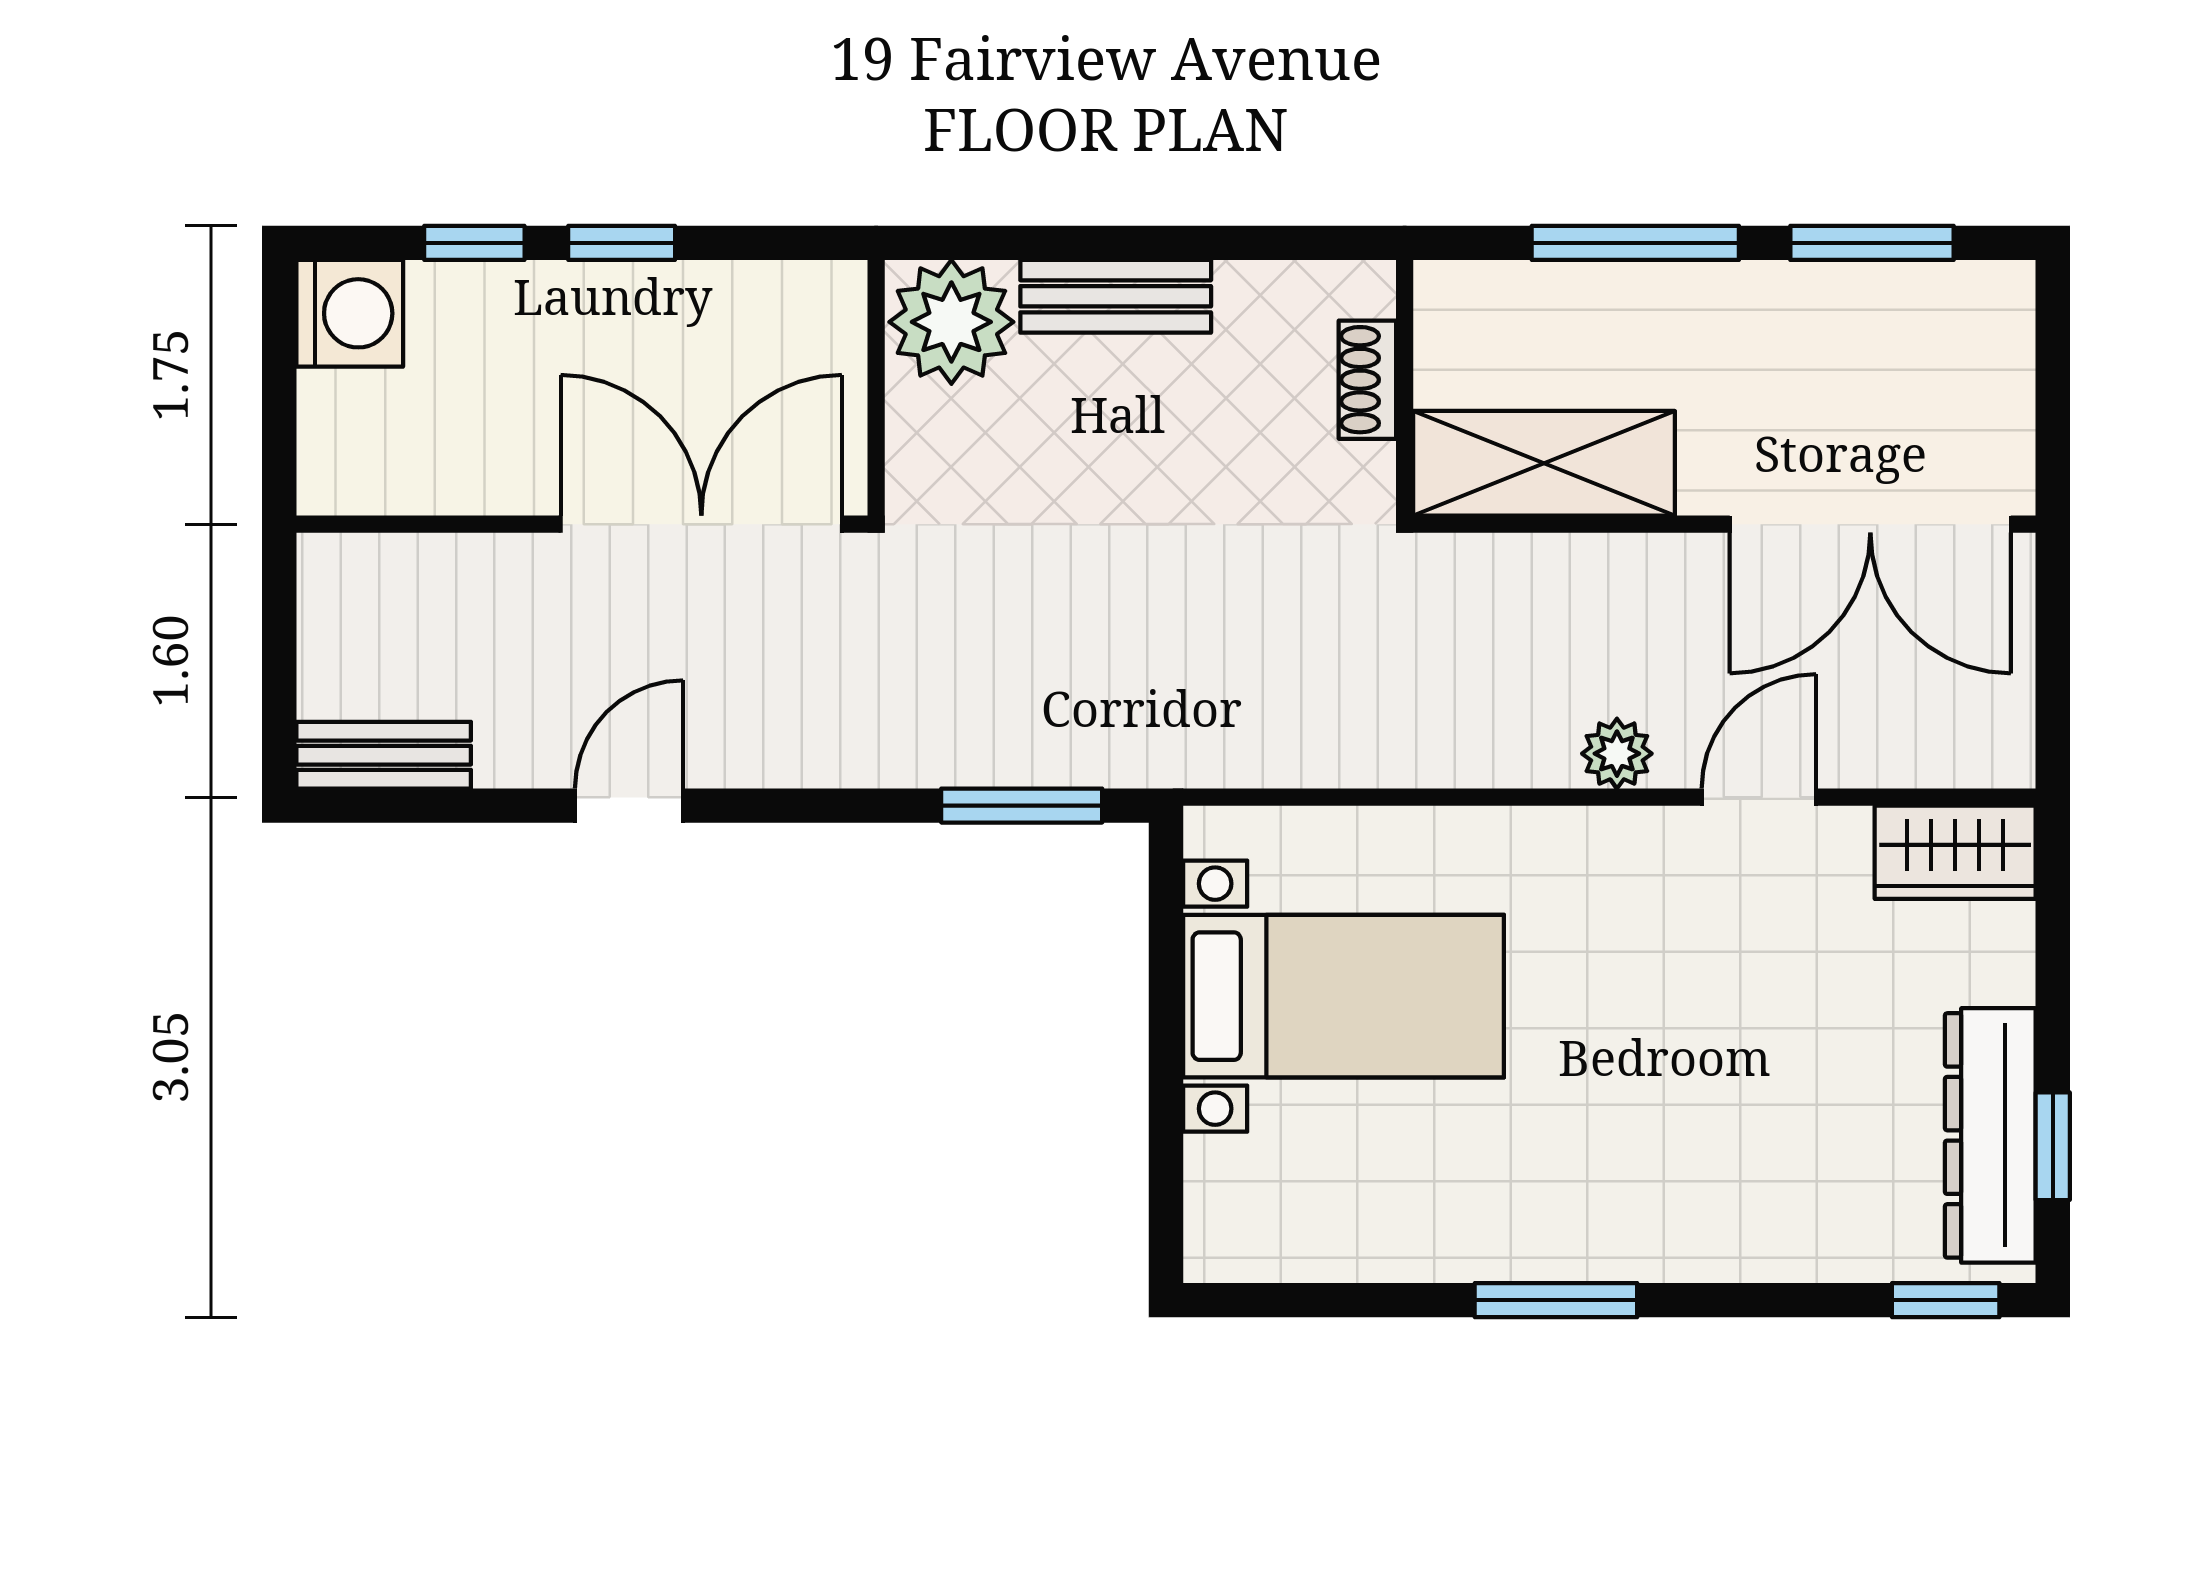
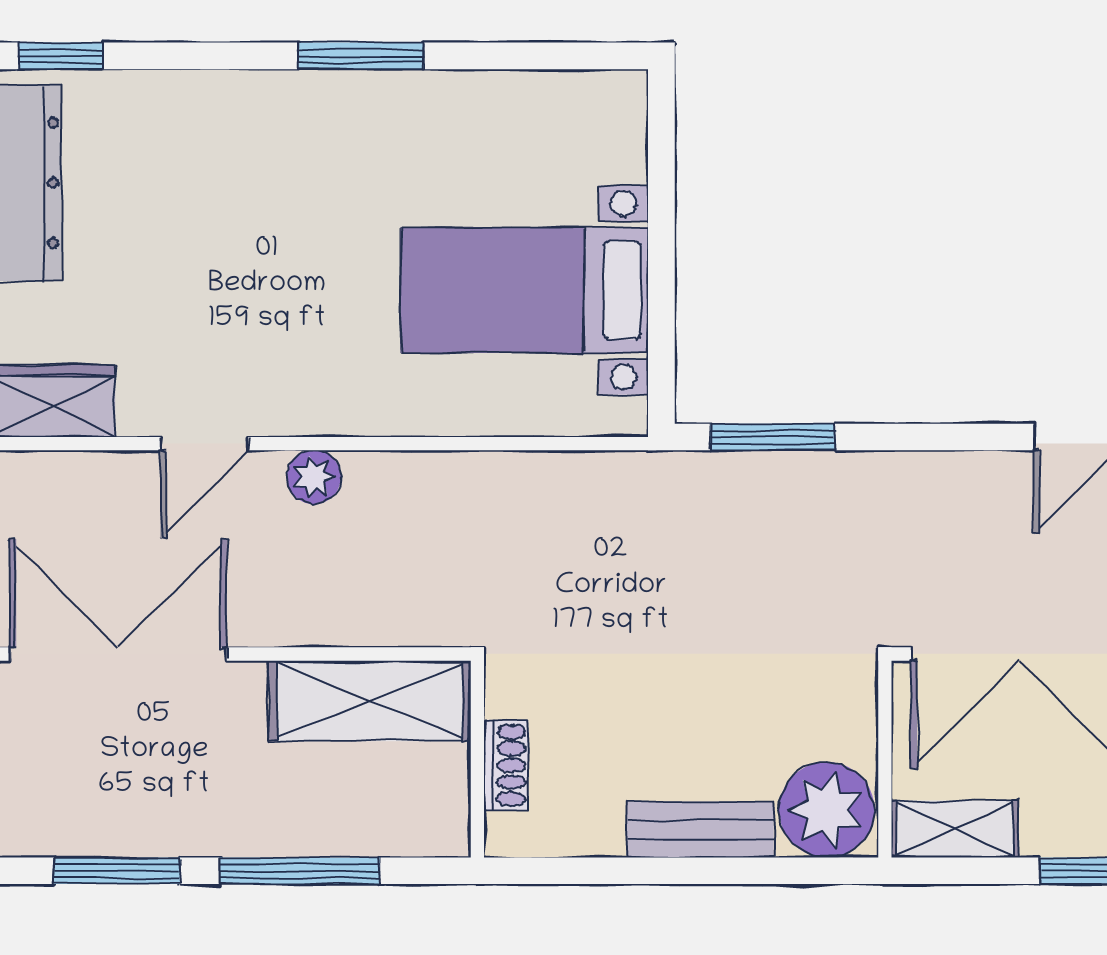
shelving: (785, 297) -> (955, 829), added

